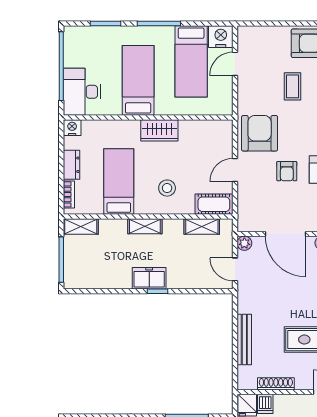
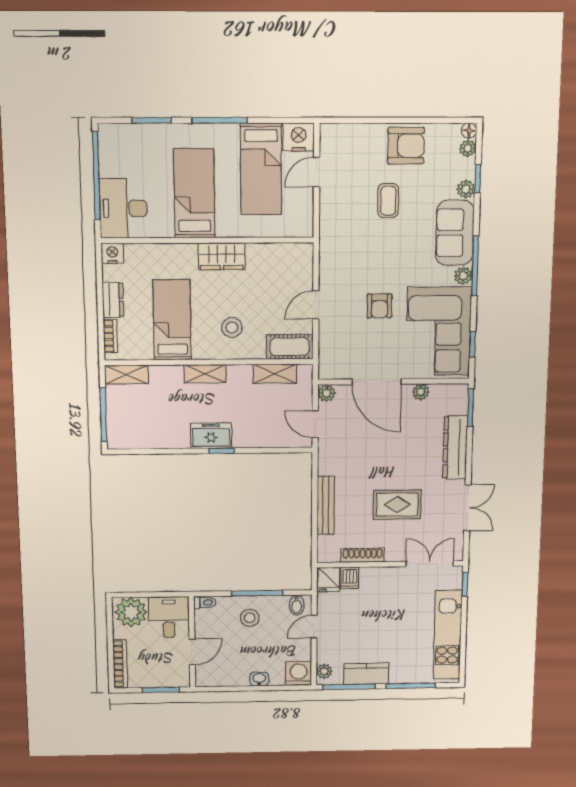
armchair: (260, 133) -> (346, 259), removed

